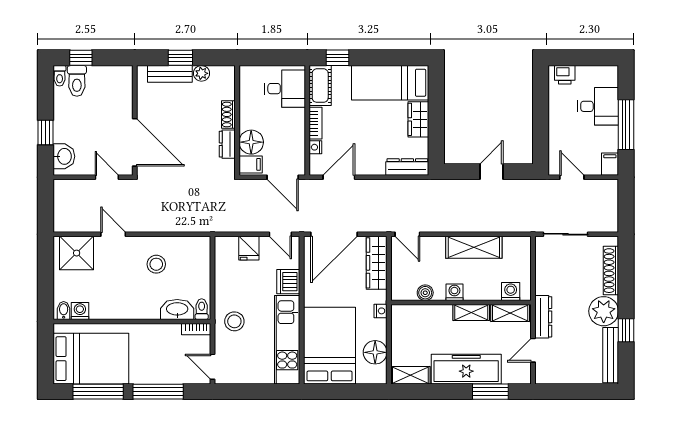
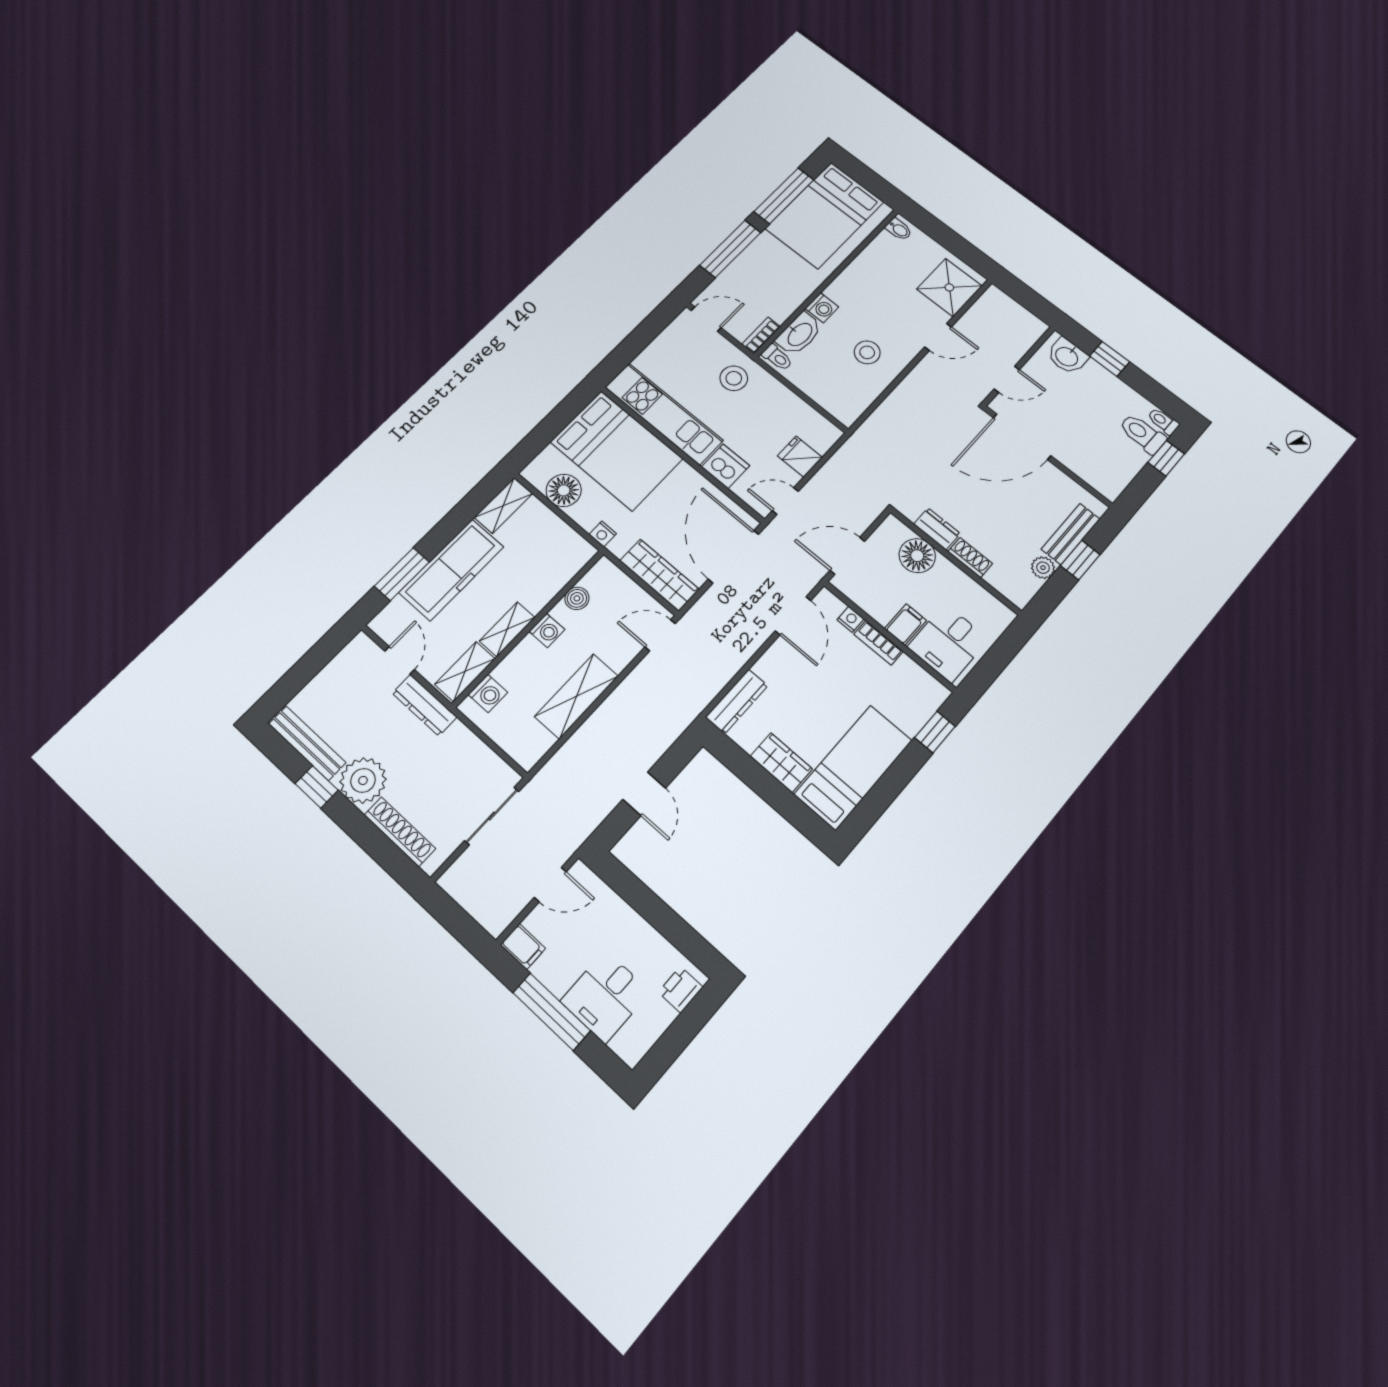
cot: (320, 86) -> (918, 685), removed
filing cabinet: (251, 164) -> (906, 624), moved, turned 180
washing machine: (80, 311) -> (822, 308), moved

